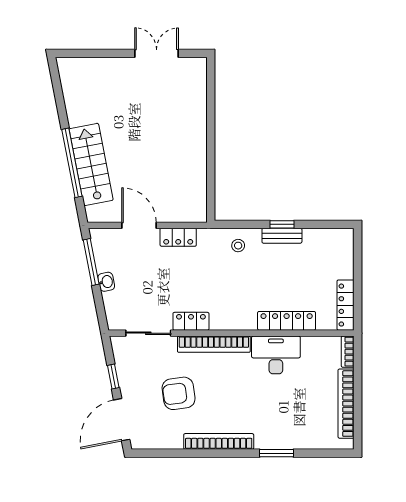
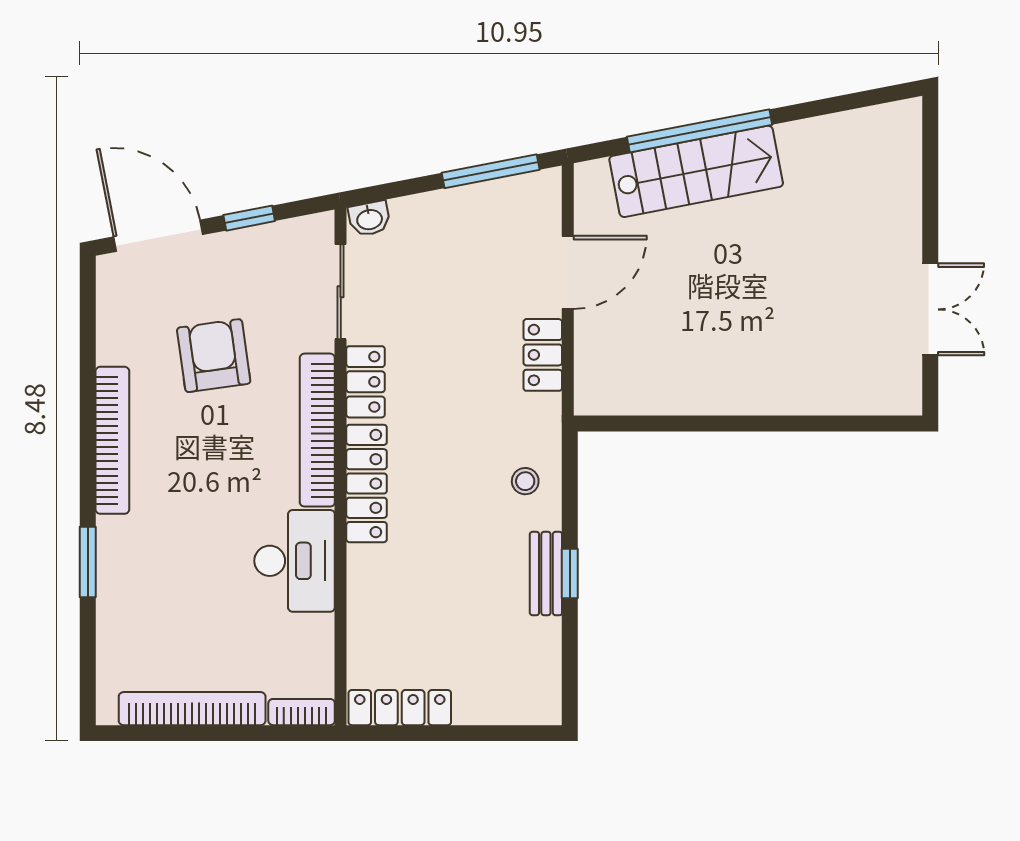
washbasin: (106, 282) -> (369, 219), moved
locker: (287, 321) -> (367, 483), moved

